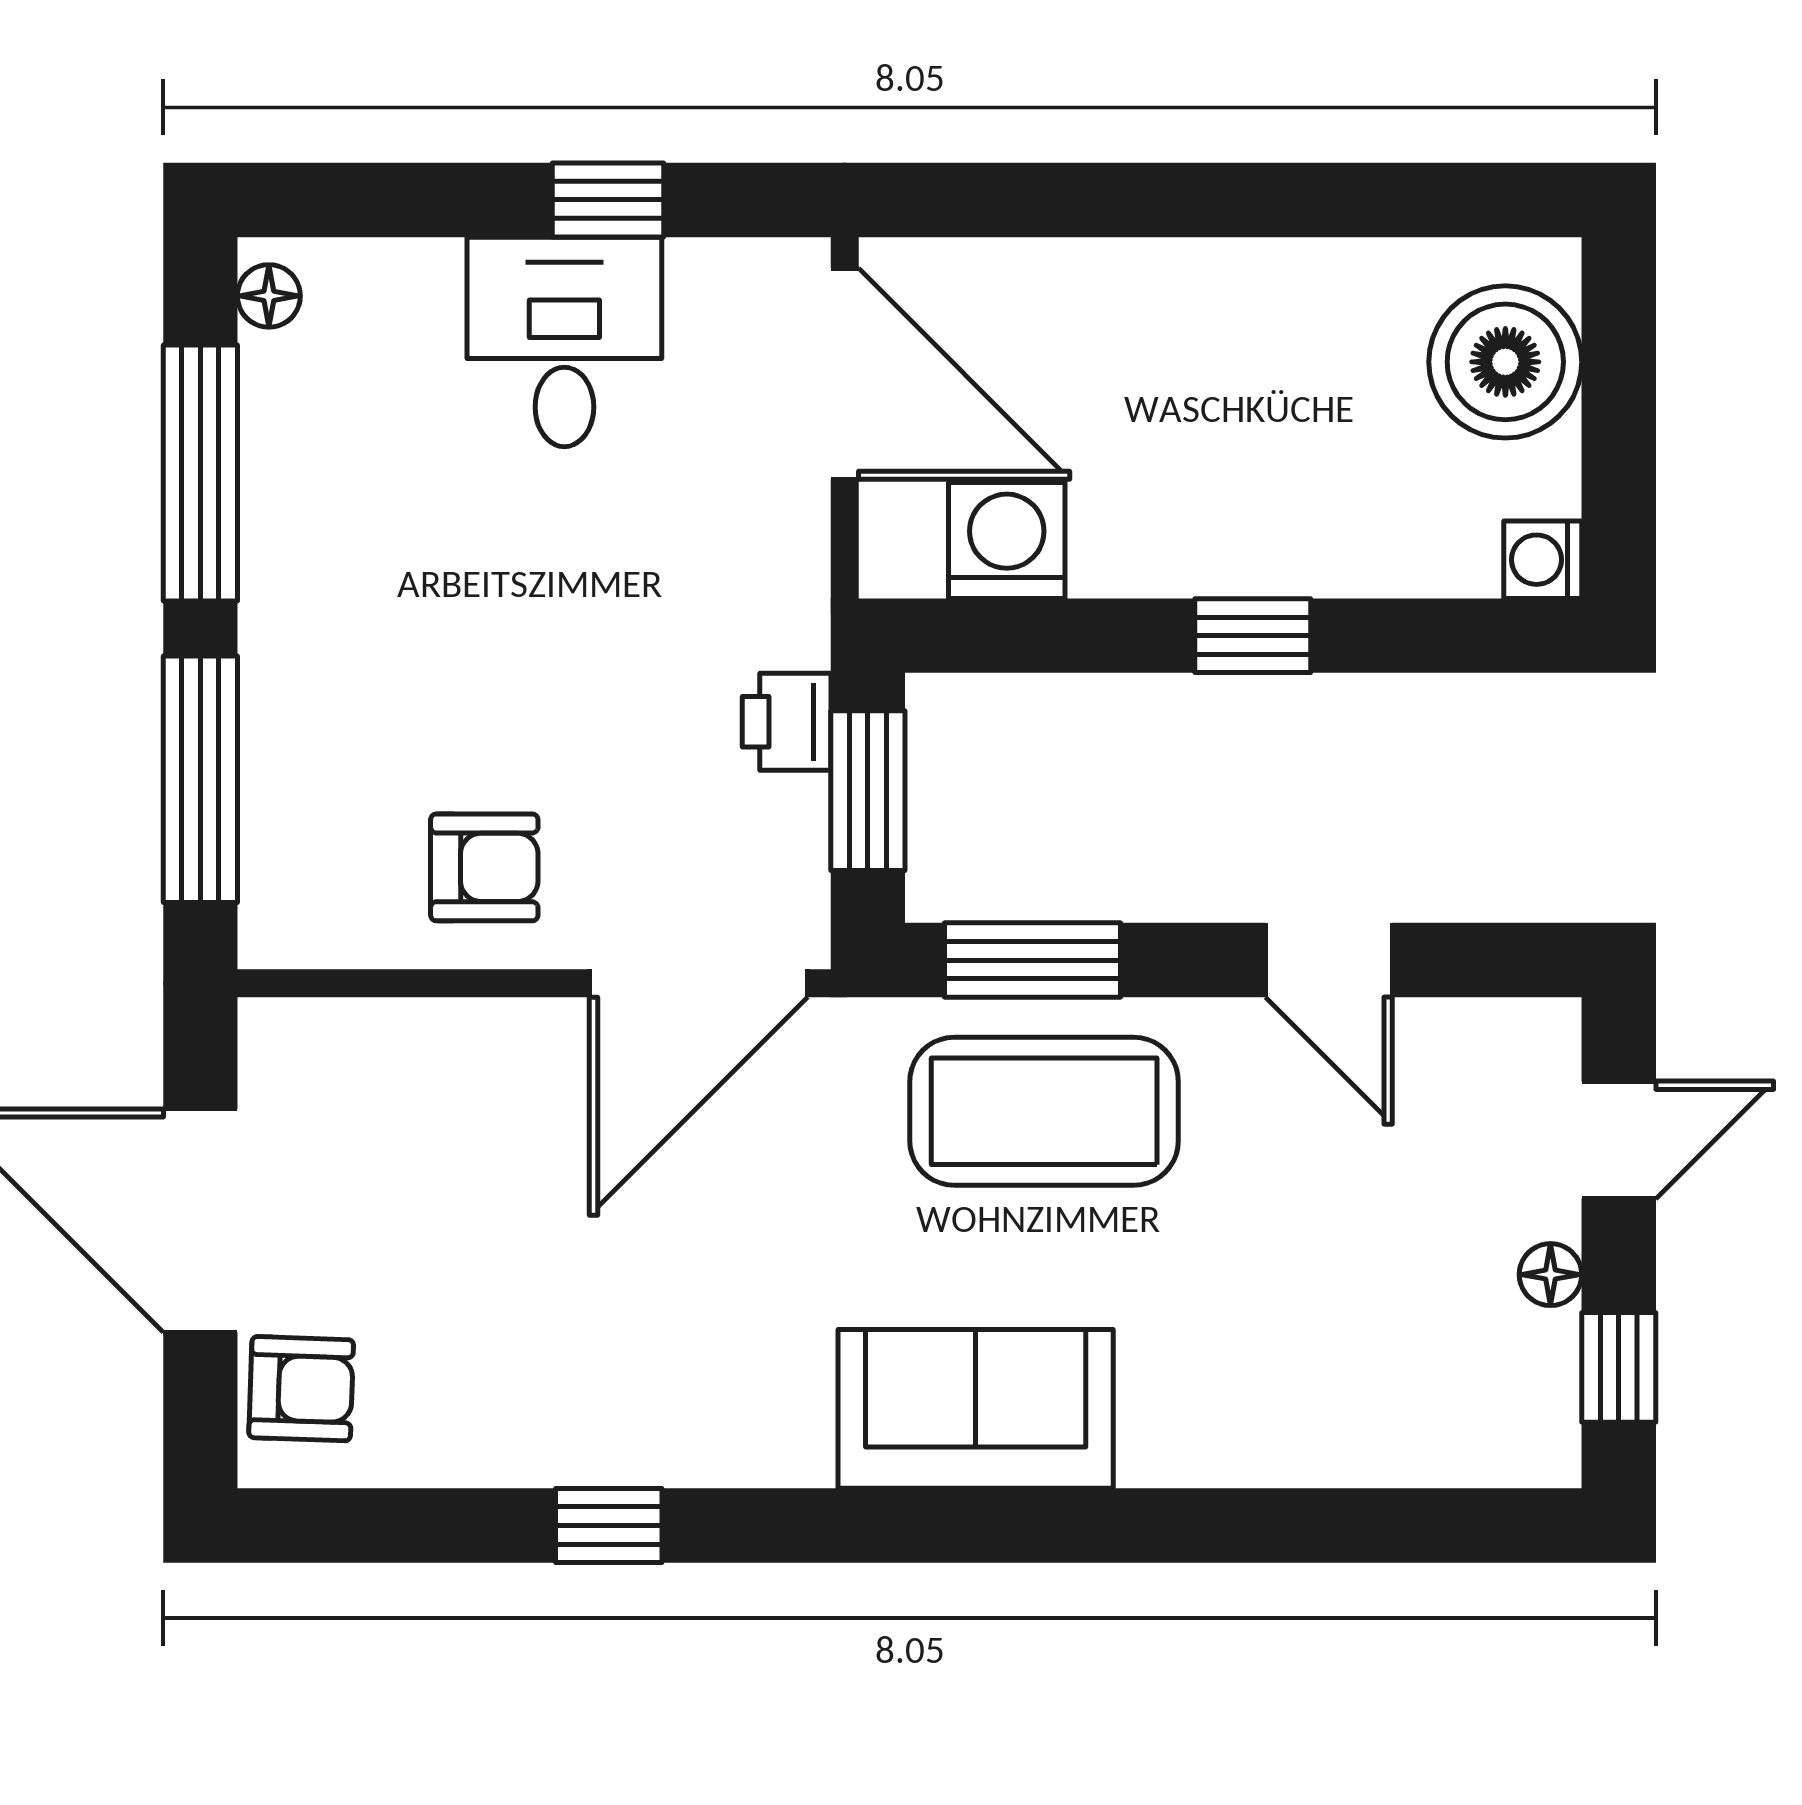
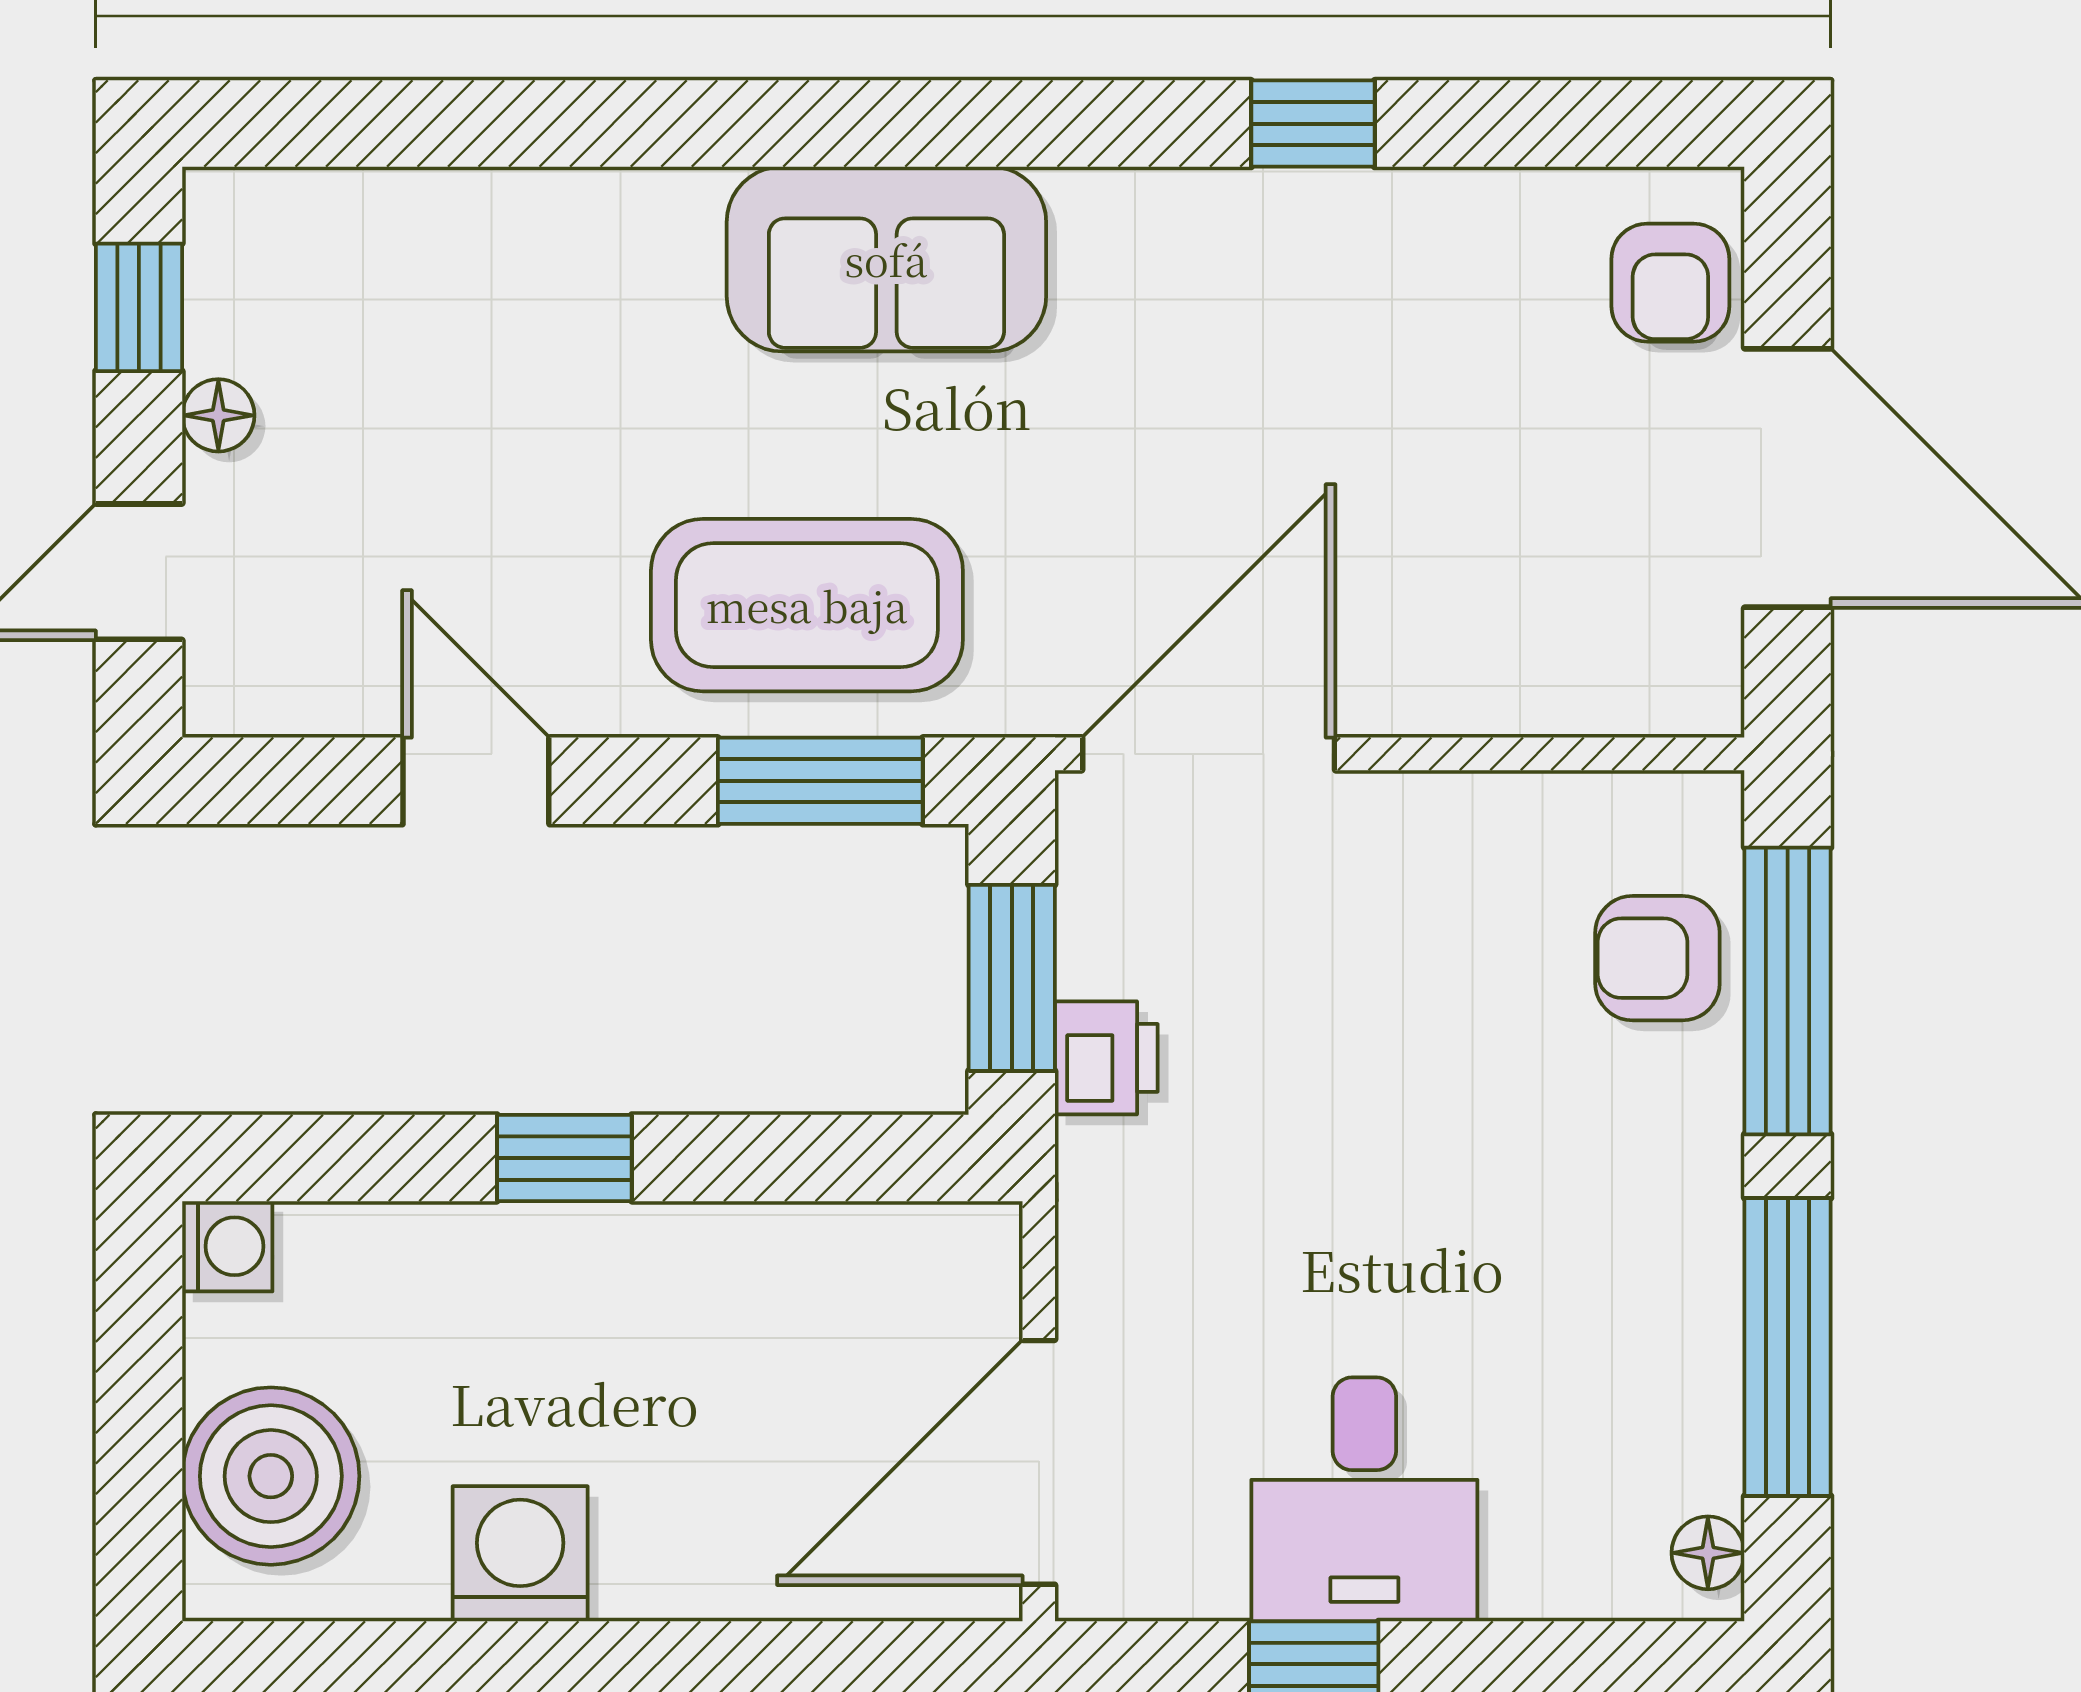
door: (845, 374) -> (1039, 1462), hinge flipped
washing machine: (1007, 540) -> (520, 1554), moved, turned 180
armchair: (484, 867) -> (1657, 958), moved
armchair: (301, 1389) -> (1670, 283), turned -92

